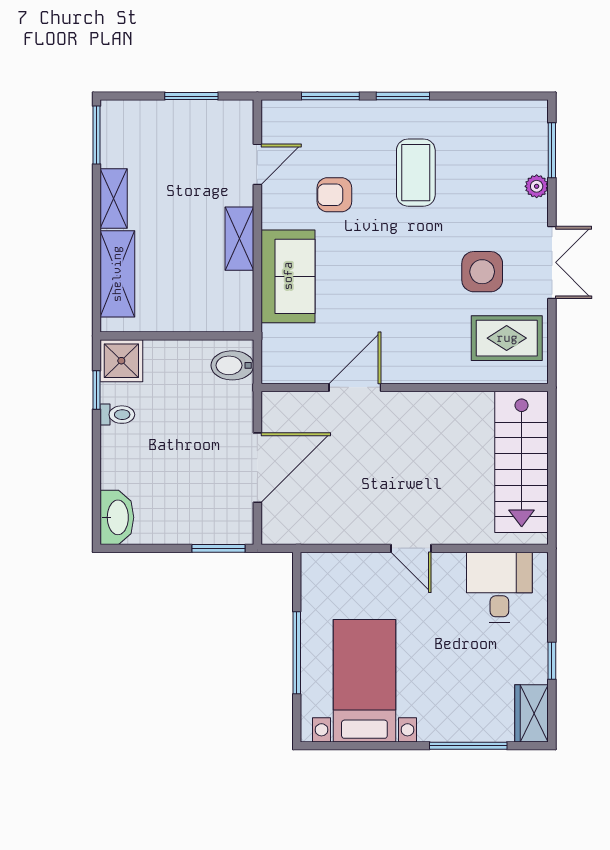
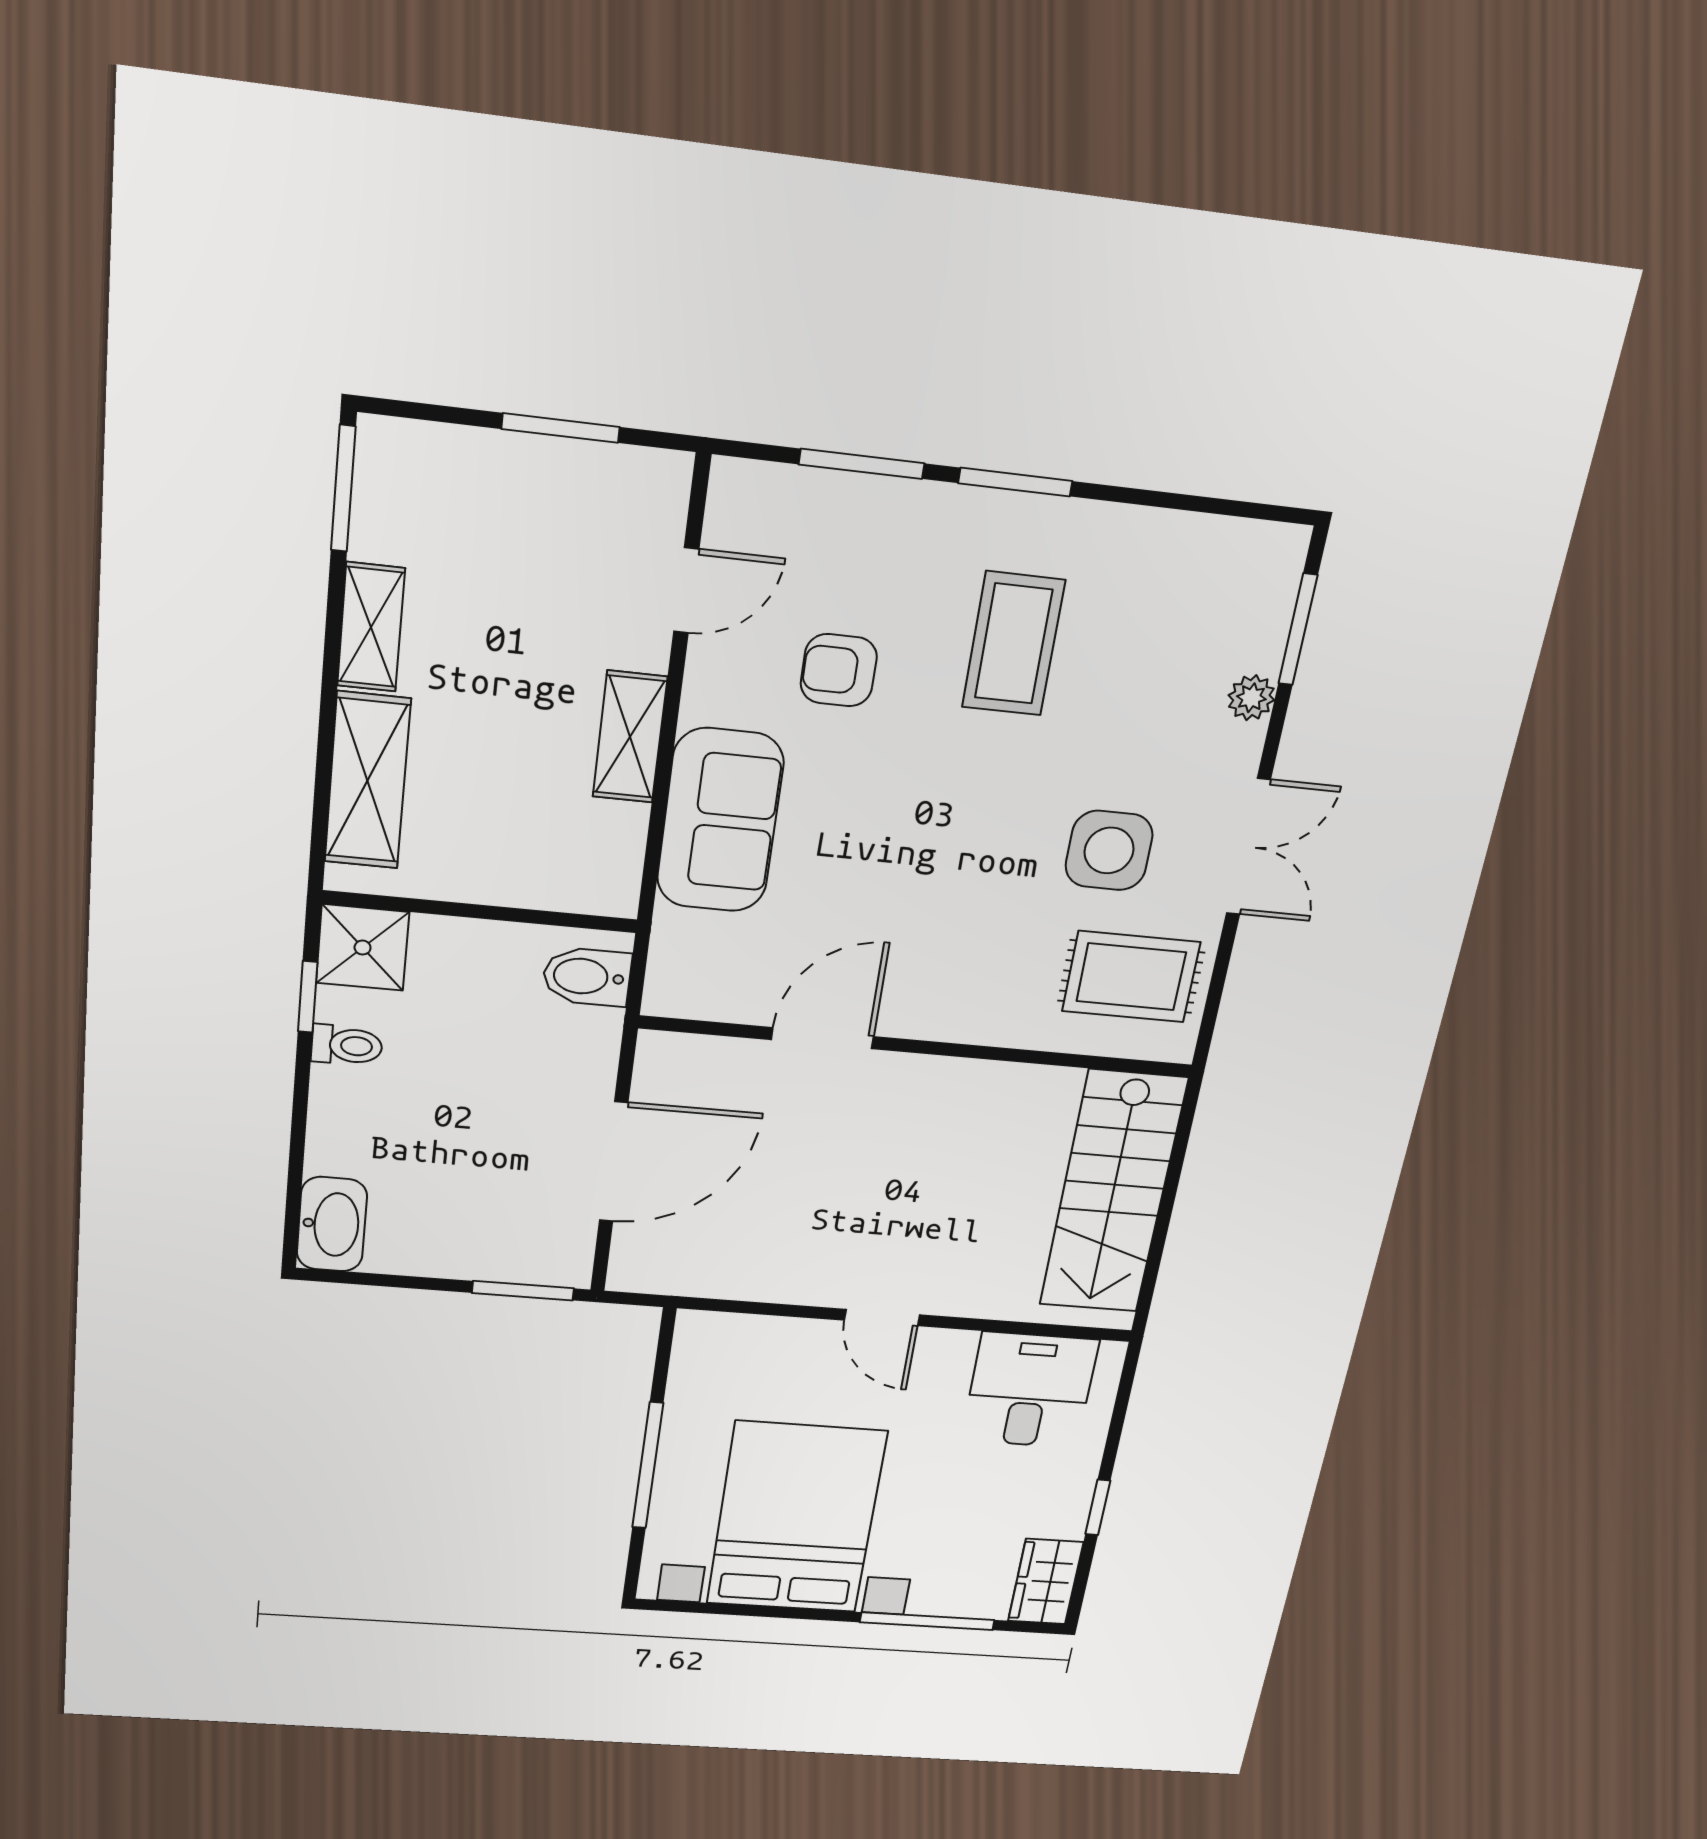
bed with nightstands: (364, 681) -> (796, 1518), width x1.36

